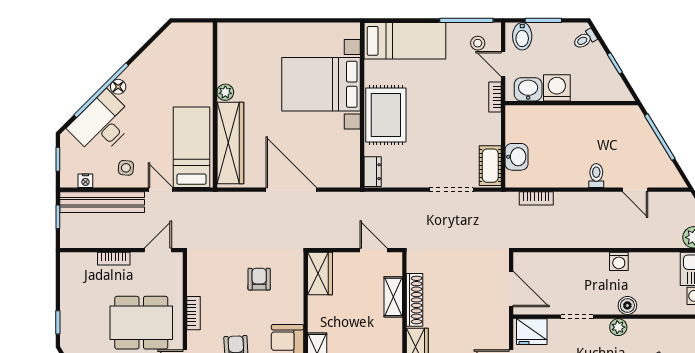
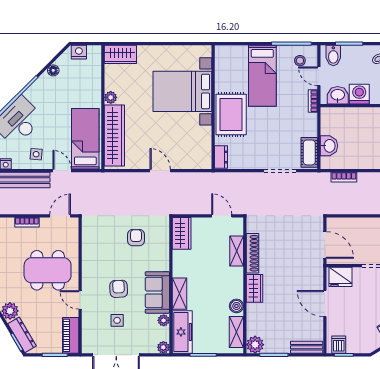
nightstand: (183, 32) -> (79, 52), added
wardrobe: (238, 35) -> (120, 54), added
bed: (405, 41) -> (262, 76), moved, turned 90
floor lamp: (118, 87) -> (53, 70), moved
door: (291, 190) -> (160, 171), width x0.53
bookcase: (193, 313) -> (87, 263), removed

